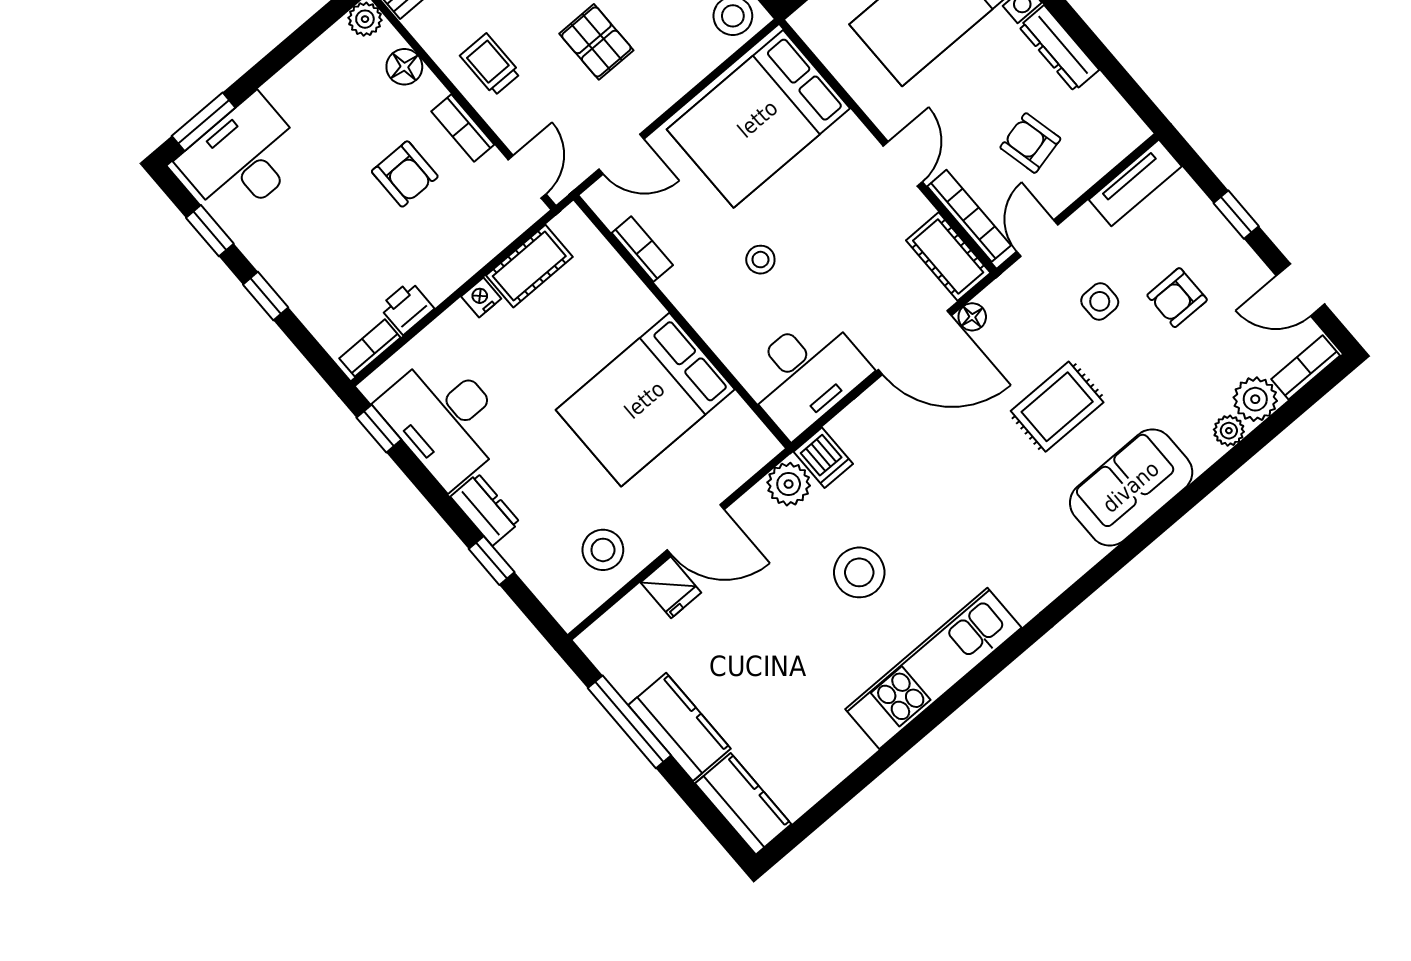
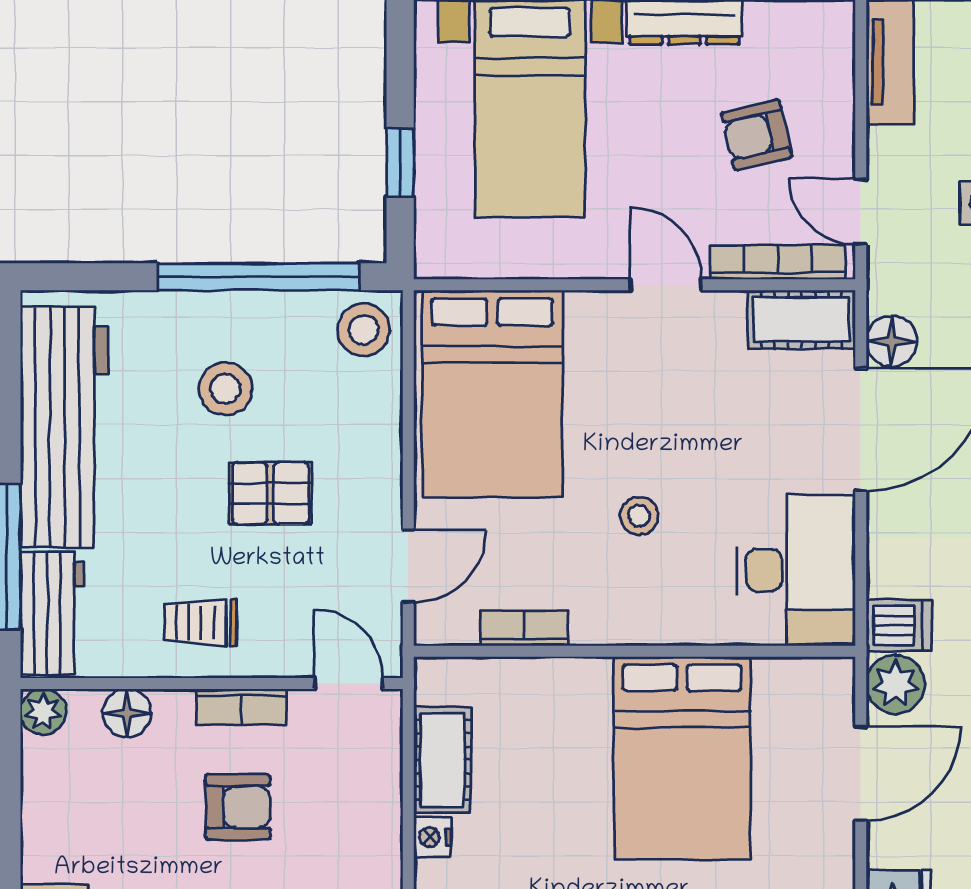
floor lamp: (972, 317) -> (892, 341), width x1.37, depth x1.37
door: (696, 530) -> (861, 774), moved

